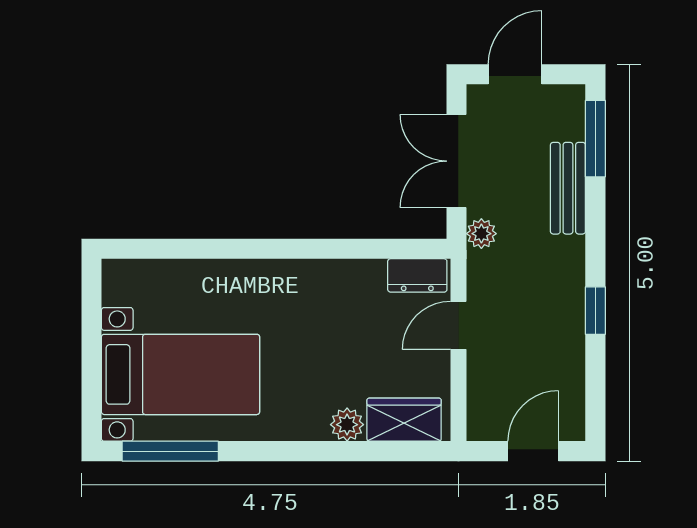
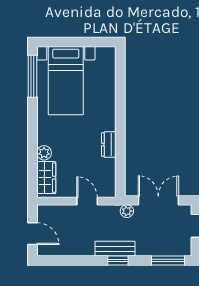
bench: (568, 188) -> (115, 249), moved
dresser: (417, 275) -> (109, 145), moved
window: (595, 311) -> (118, 261), moved

